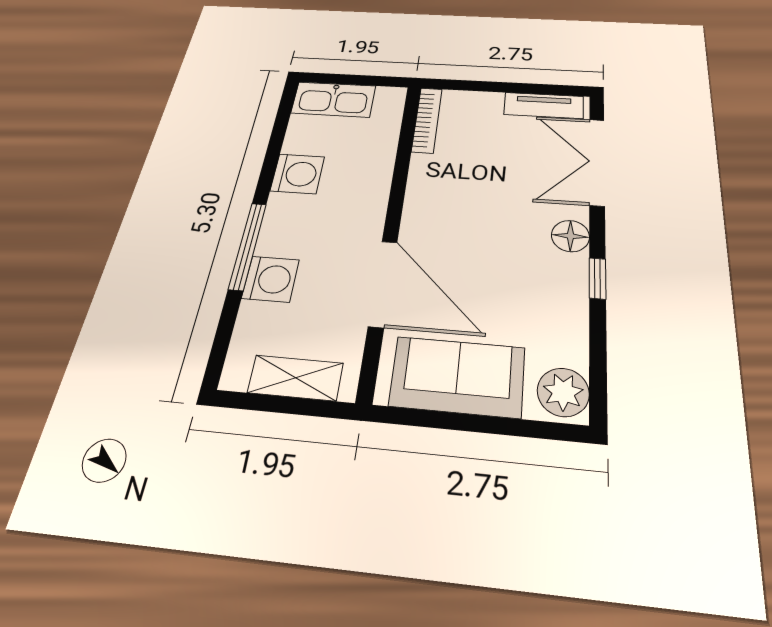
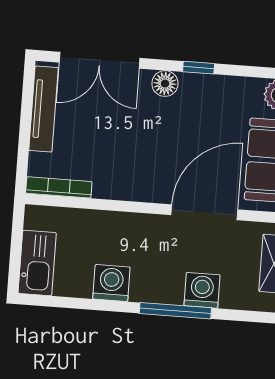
tv unit: (544, 105) -> (44, 109), width x1.41

